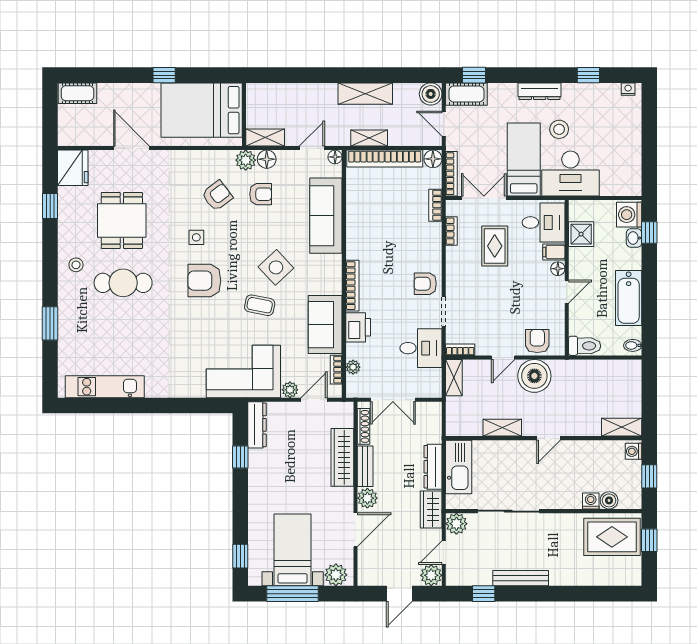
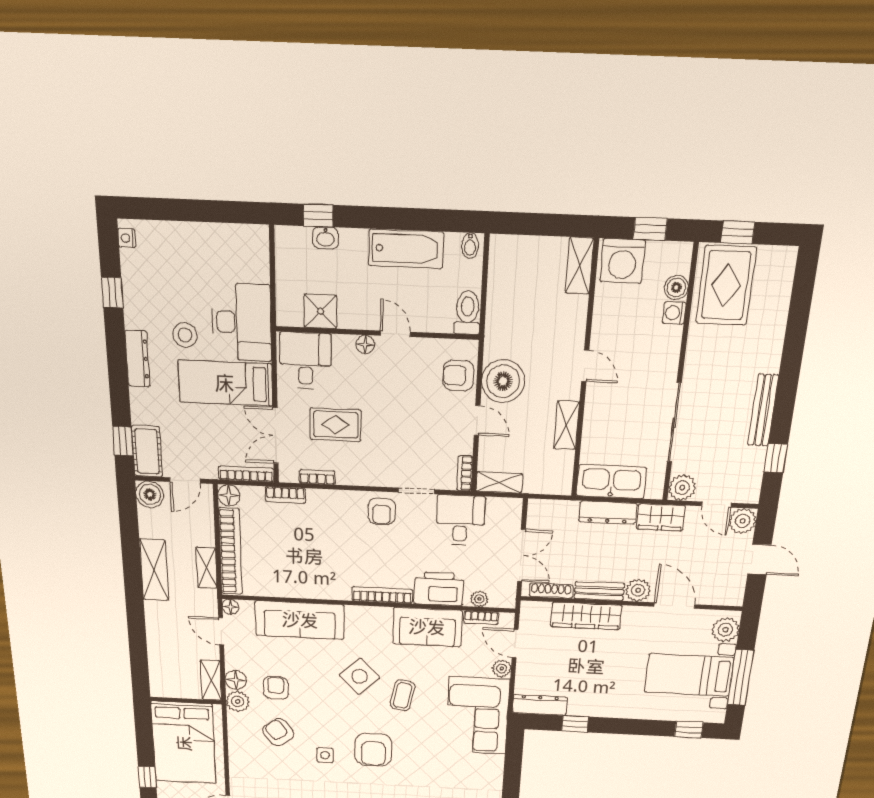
washing machine: (629, 215) -> (294, 243), removed
filing cabinet: (554, 252) -> (344, 349), removed
printer: (358, 327) -> (439, 589), width x1.37, depth x1.19
washing machine: (633, 451) -> (622, 261), width x1.89, depth x1.89

